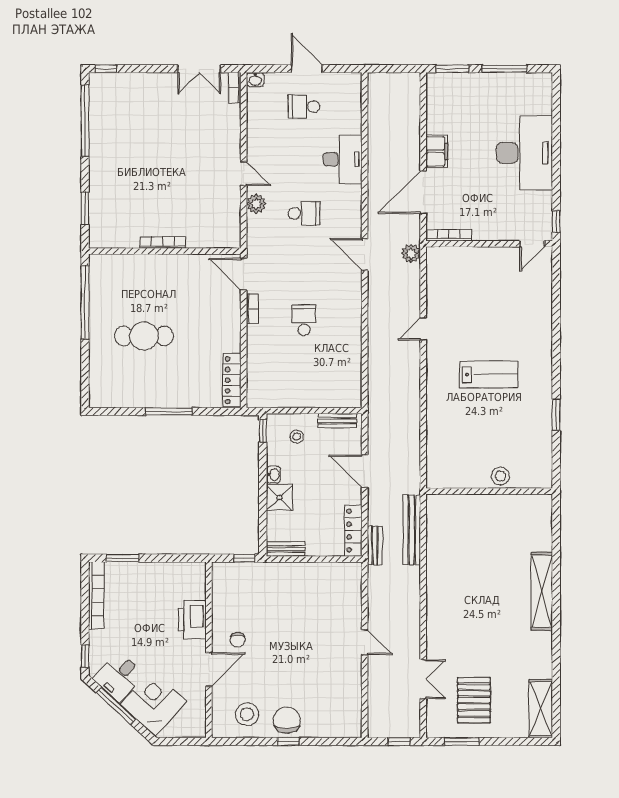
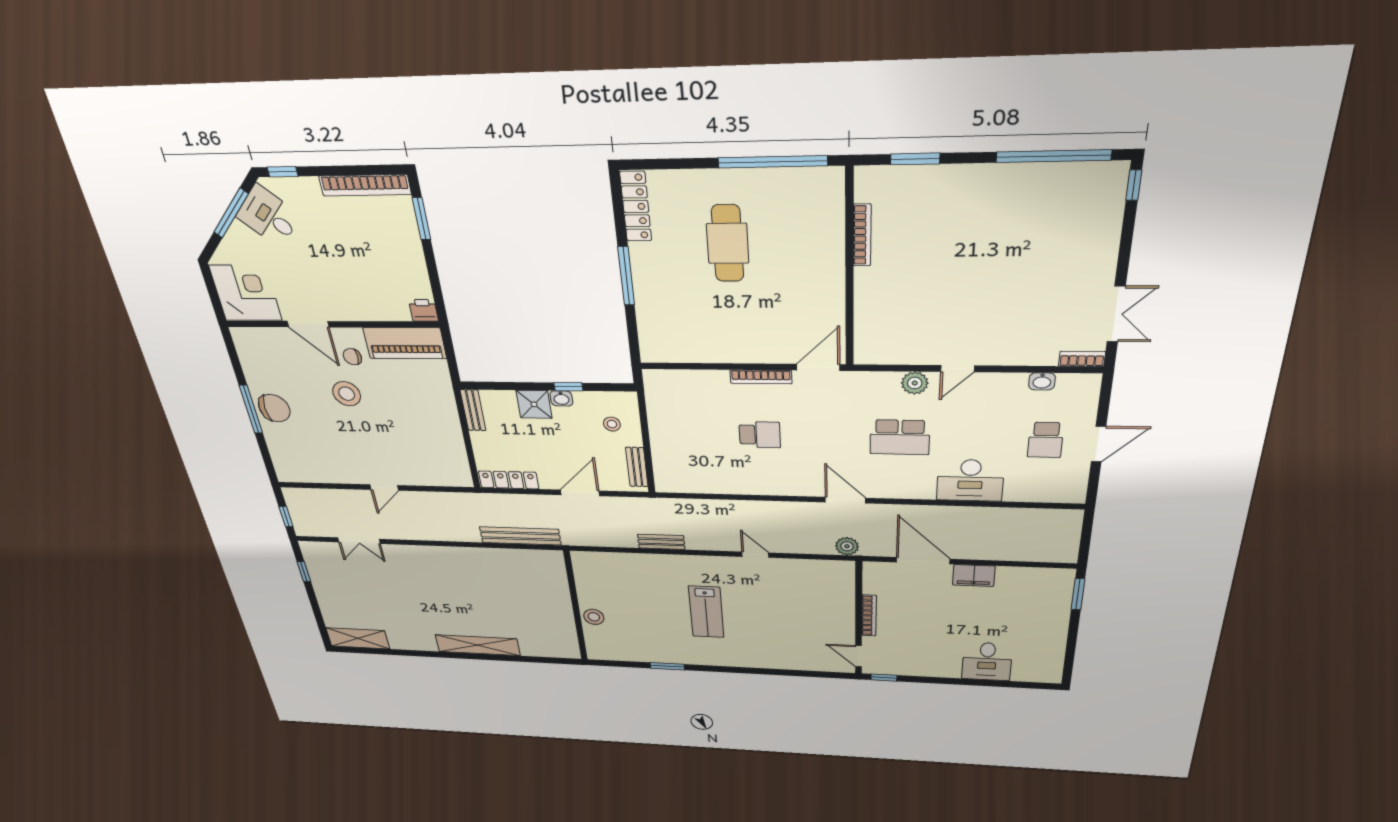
double door: (199, 69) -> (1116, 314), swing flipped
window: (504, 69) -> (1071, 642), removed
washbasin: (255, 80) -> (1042, 381), moved, turned -90
school desk: (304, 107) -> (1046, 440), turned 180
desk: (524, 153) -> (987, 661), width x0.53, depth x0.77
school desk: (304, 213) -> (900, 437), width x1.85
bookcase: (449, 235) -> (869, 615), moved
bookcase: (163, 242) -> (862, 235), moved
door: (365, 255) -> (845, 500), hinge flipped
bookcase: (252, 309) -> (761, 377), width x1.56
locker: (232, 380) -> (636, 206), moved, turned 90
window: (263, 431) -> (568, 387), moved
bench: (375, 545) -> (661, 542), moved
window: (244, 558) -> (453, 365), removed
piano: (225, 593) -> (405, 343), added
printer: (192, 620) -> (424, 310), moved, width x0.53, depth x0.68
pallet: (474, 700) -> (350, 584), removed
corner desk: (154, 703) -> (246, 293), moved, turned -43
stool: (247, 714) -> (347, 394), moved
window: (288, 741) -> (251, 409), width x2.17
window: (462, 741) -> (304, 572), width x0.67

